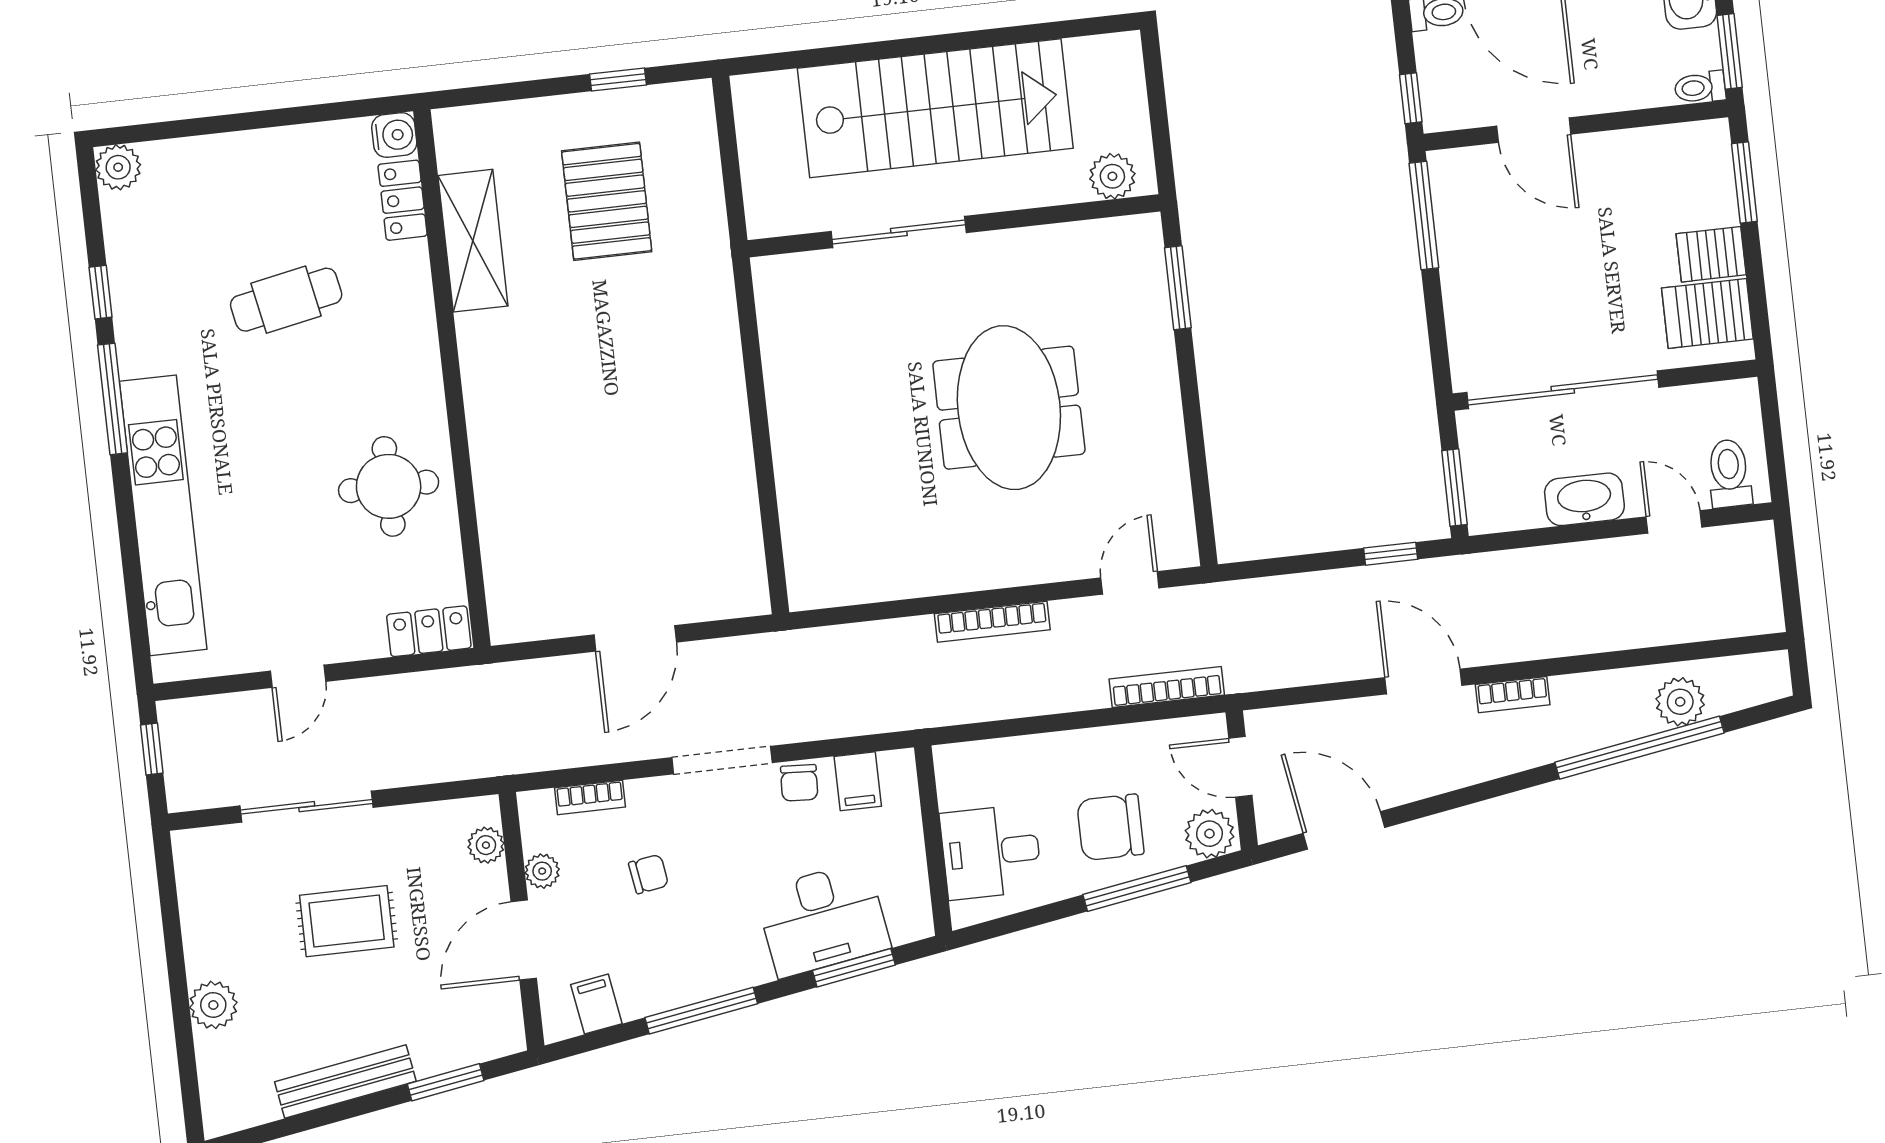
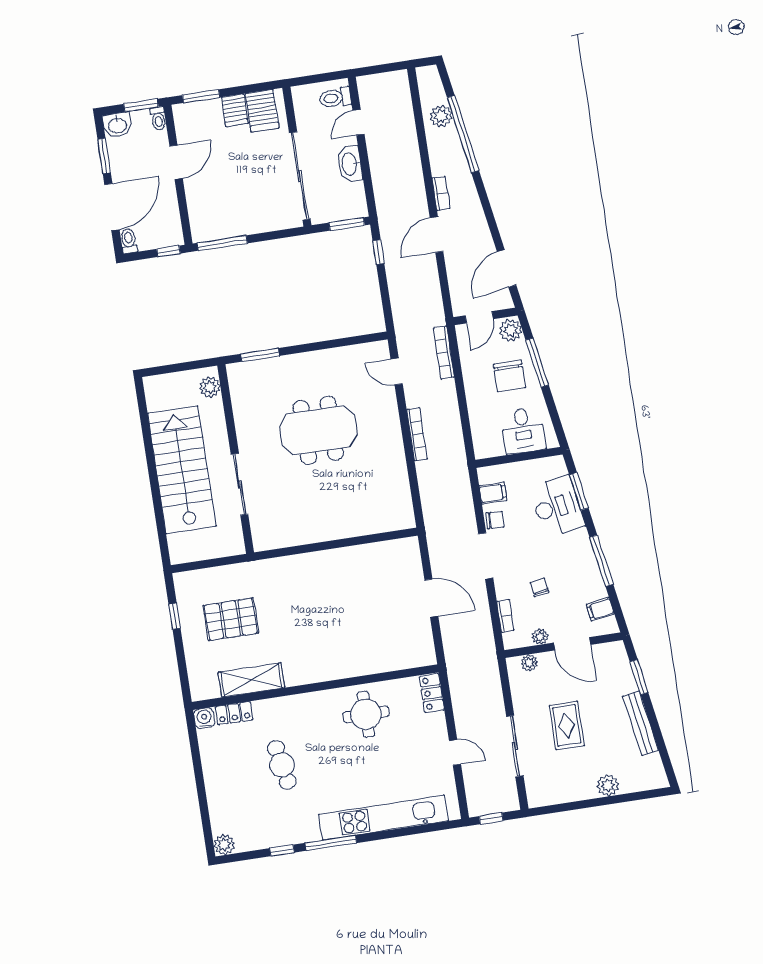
door: (1534, 130) -> (176, 162), moved

